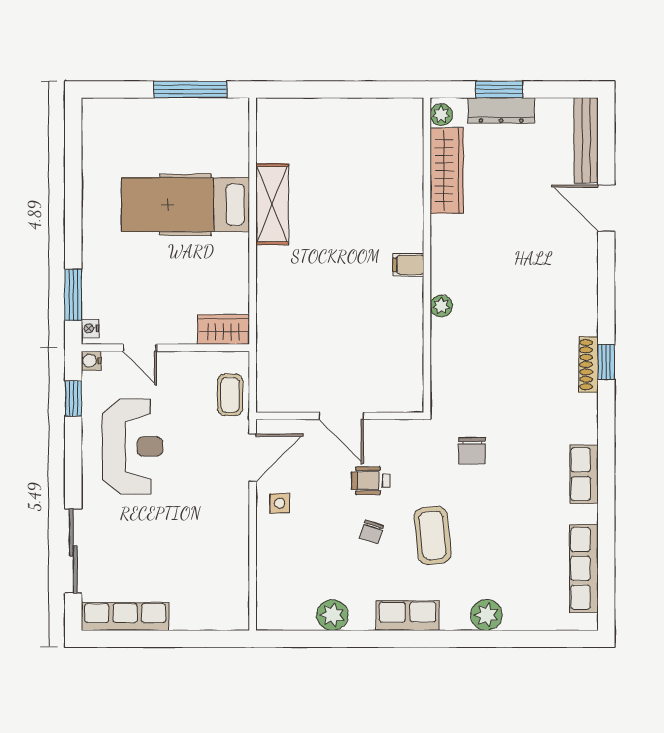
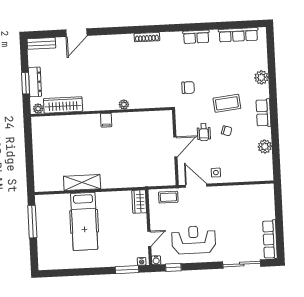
bench: (586, 140) -> (41, 43), width x0.73
window: (606, 362) -> (145, 29), removed

